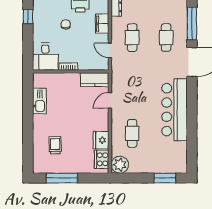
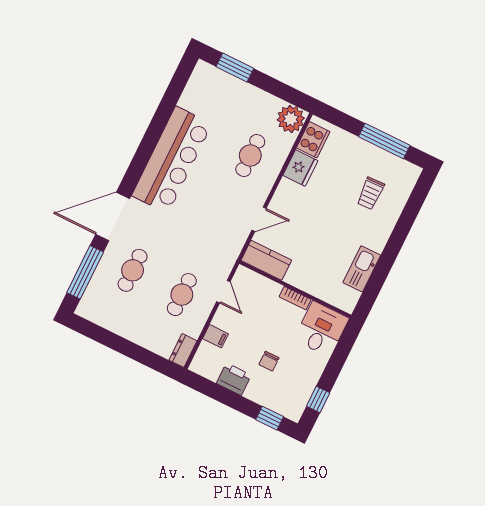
filing cabinet: (102, 24) -> (215, 336), width x0.50

